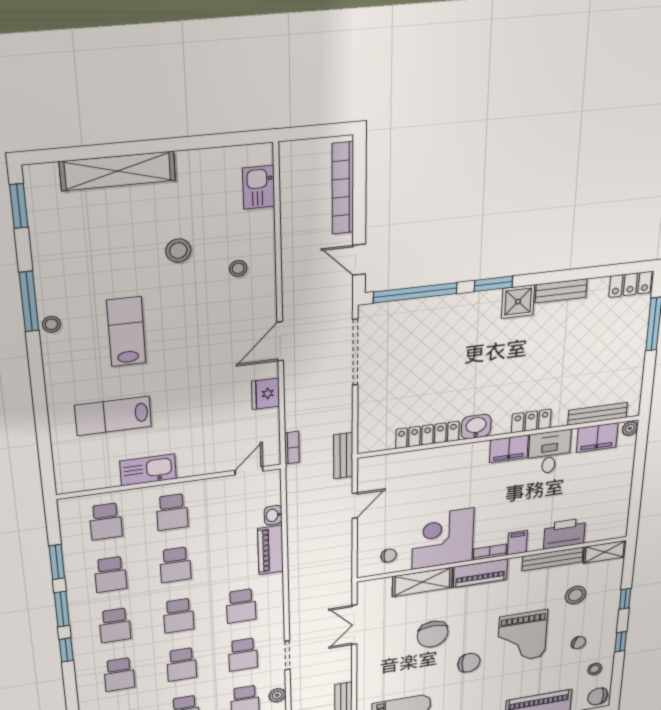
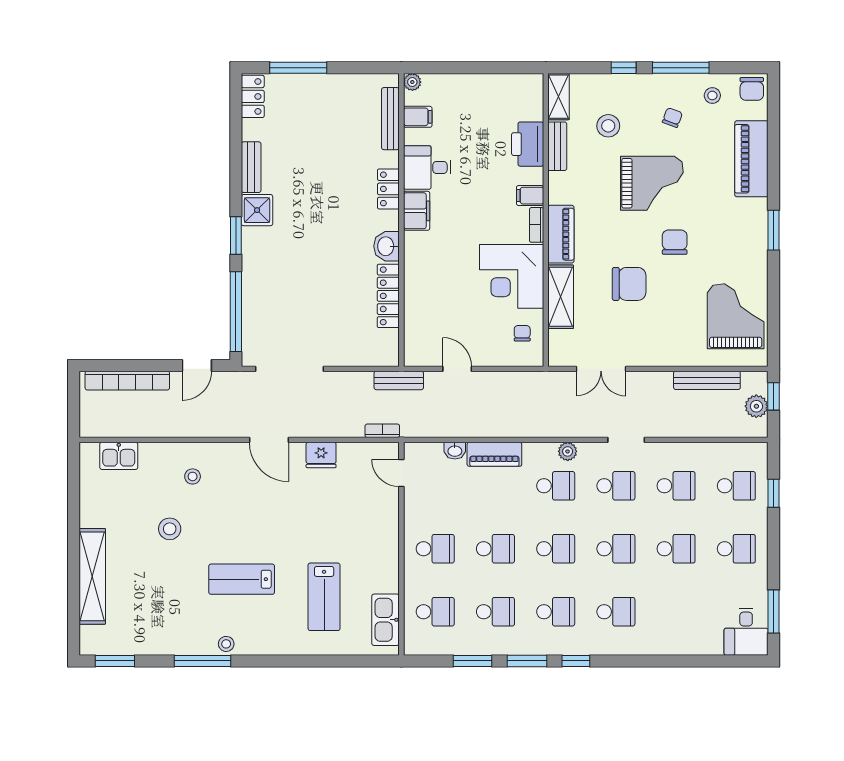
filing cabinet: (597, 438) -> (418, 117), width x0.50
kitchen sink: (148, 470) -> (386, 620), moved
bench: (553, 559) -> (557, 146), width x0.73
window: (621, 642) -> (681, 68), width x2.17
plant: (277, 695) -> (568, 451), moved

